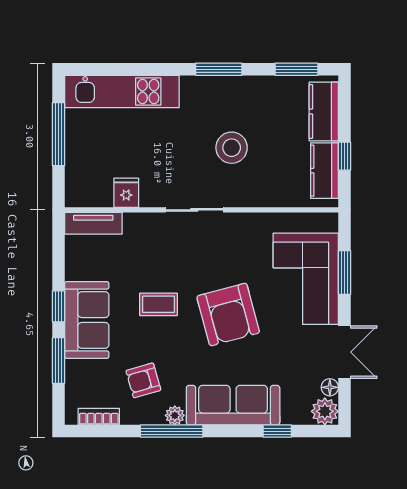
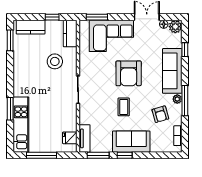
window: (219, 69) -> (10, 109), moved
stool: (232, 148) -> (55, 61), moved
kitchen counter: (324, 171) -> (70, 34), moved, turned 90
fridge: (126, 193) -> (70, 138), moved
window: (344, 272) -> (97, 17), moved
armchair: (228, 314) -> (129, 73), turned 105
window: (58, 361) -> (98, 155), moved

